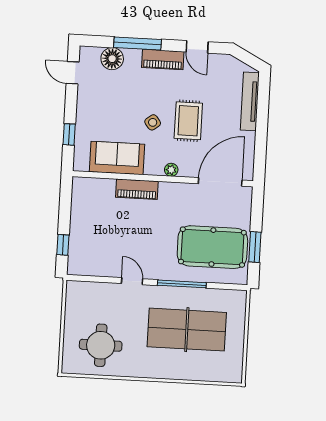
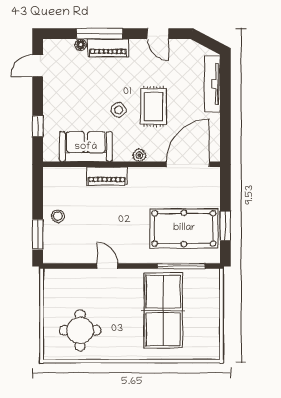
floor lamp: (112, 59) -> (81, 45), width x0.53, depth x0.53
piano: (163, 60) -> (108, 48), moved
door: (73, 73) -> (38, 66), hinge flipped
stool: (85, 227) -> (58, 216), added
window: (63, 245) -> (38, 234), width x1.50
window: (182, 284) -> (181, 266), moved
table tennis table: (187, 330) -> (163, 310), turned 90

